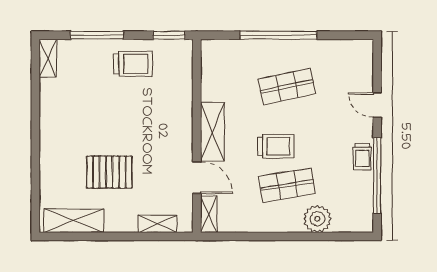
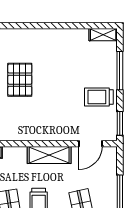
trolley: (133, 64) -> (99, 97), turned 90
door: (197, 178) -> (90, 144), moved

